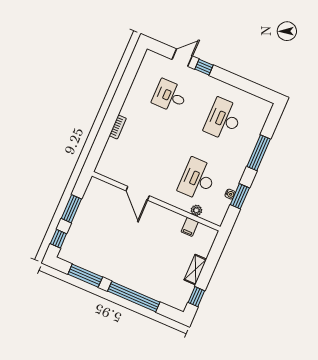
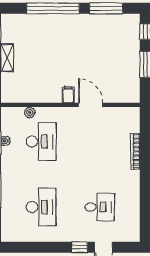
bookcase: (118, 127) -> (135, 151), width x1.56
filing cabinet: (190, 227) -> (68, 95), moved

